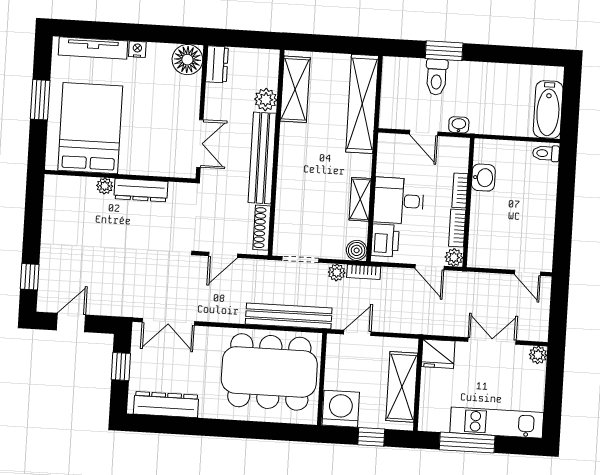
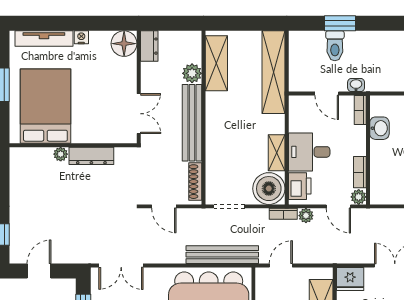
bookcase: (460, 190) -> (360, 110), moved
boiler: (357, 250) -> (269, 189), width x1.86, depth x1.86
door: (223, 255) -> (164, 206), hinge flipped
plant: (337, 272) -> (306, 216), moved

